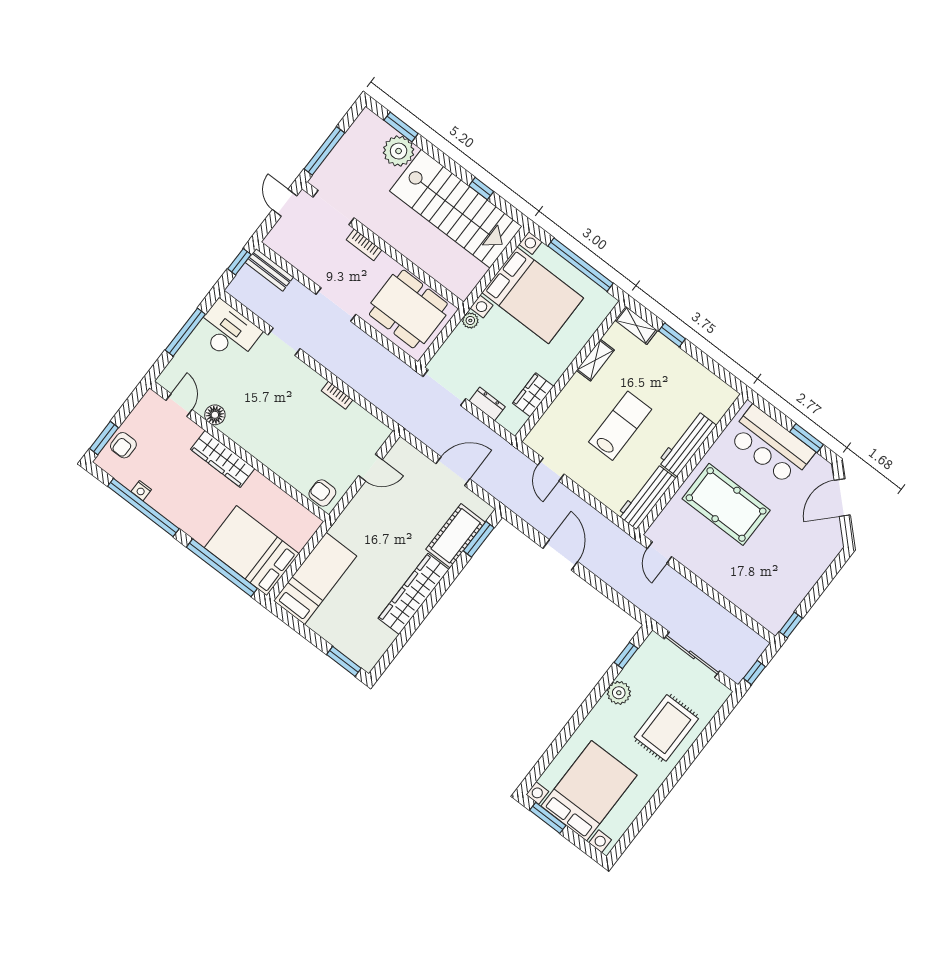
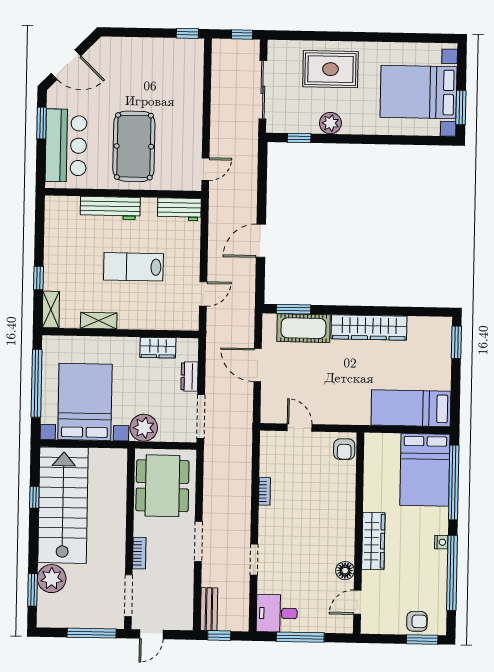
plant: (470, 320) -> (144, 428), width x1.88, depth x1.88
desk: (228, 332) -> (277, 613), width x0.73
nightstand: (141, 491) -> (441, 542), moved
workbench: (646, 497) -> (179, 209), width x0.73

